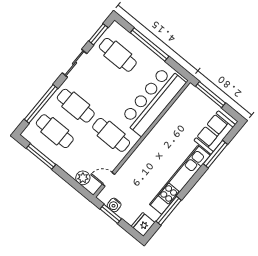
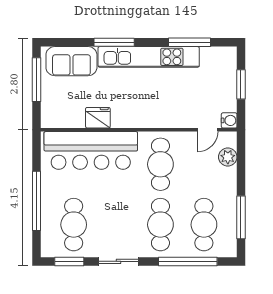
window: (210, 95) -> (37, 80), moved
window: (215, 154) -> (114, 42), moved
door: (109, 179) -> (208, 130), hinge flipped
water cooler: (114, 205) -> (229, 120), moved
window: (111, 214) -> (241, 84), moved
fridge: (143, 225) -> (98, 118), moved, turned 180

